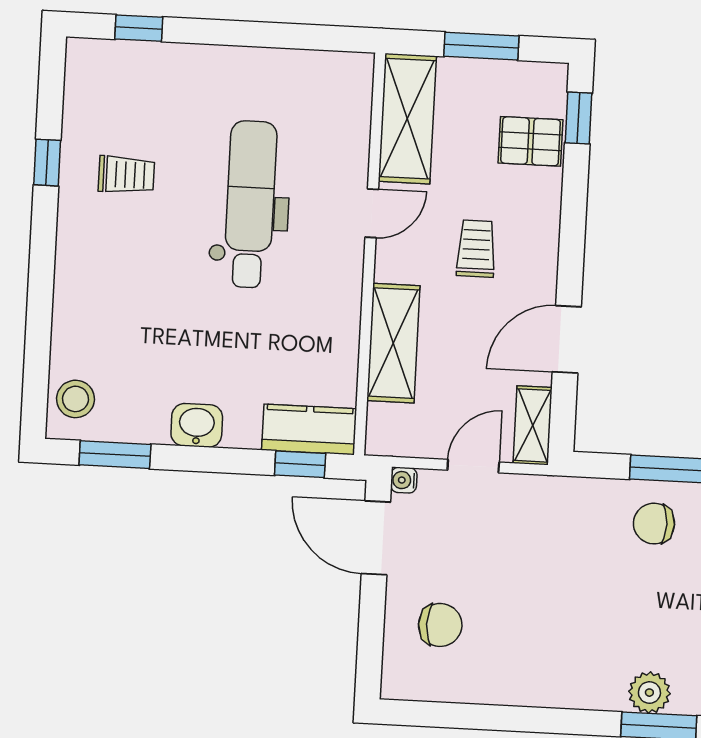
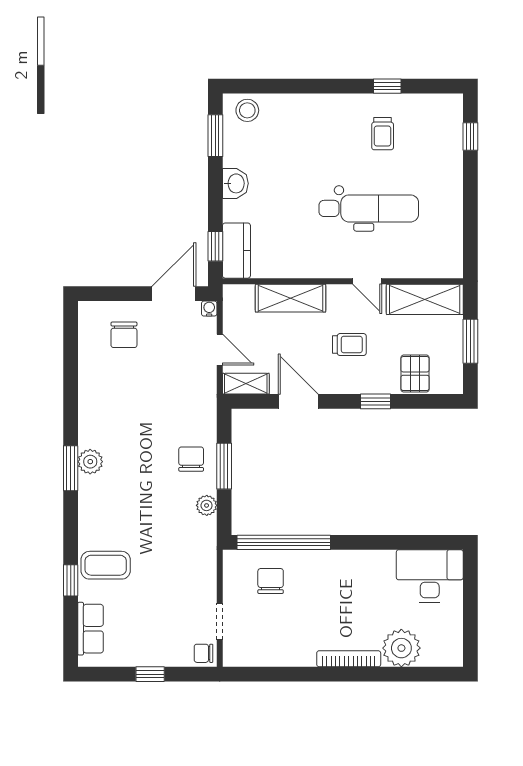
window: (578, 118) -> (375, 401), moved

